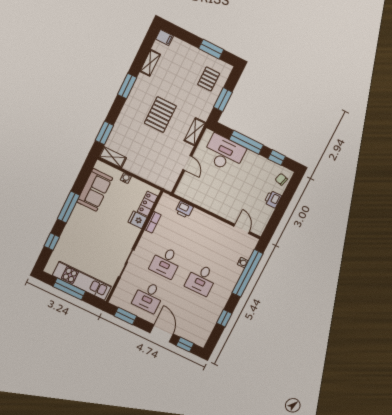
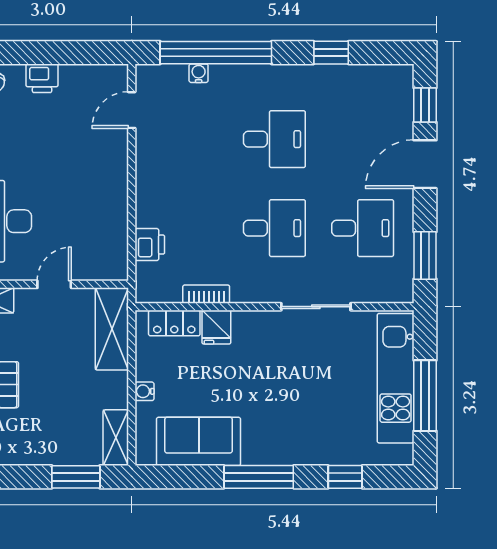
shelving: (158, 177) -> (112, 329), added

